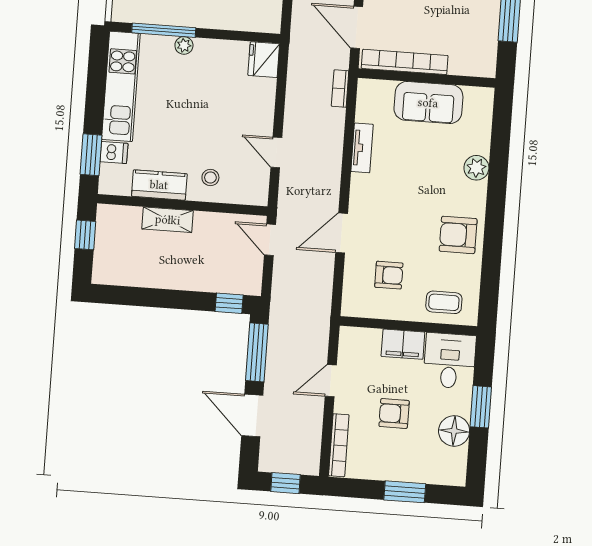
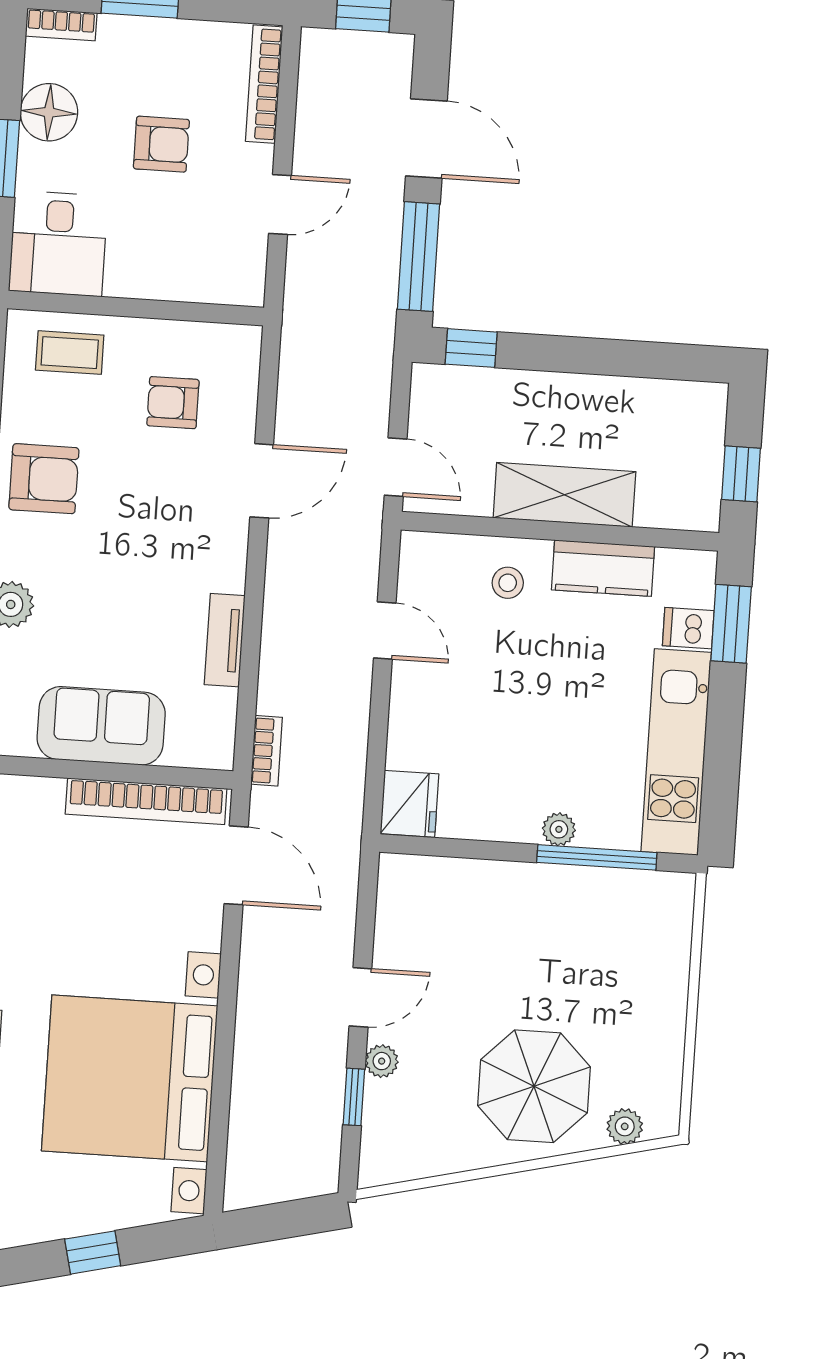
shelving: (168, 220) -> (564, 495), width x1.50, depth x1.33
filing cabinet: (403, 344) -> (146, 274), removed
bookcase: (447, 478) -> (61, 24), added

